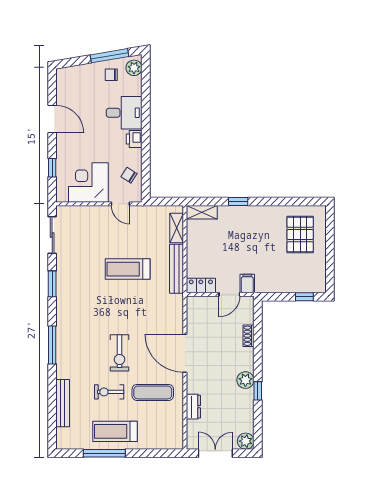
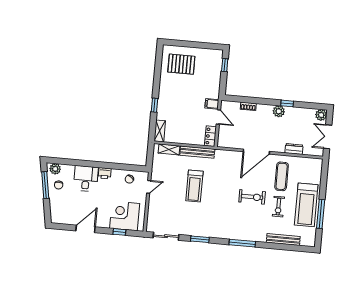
corner desk: (88, 183) -> (125, 216), moved, turned 90
treadmill: (115, 431) -> (306, 205), width x1.37, depth x1.38

